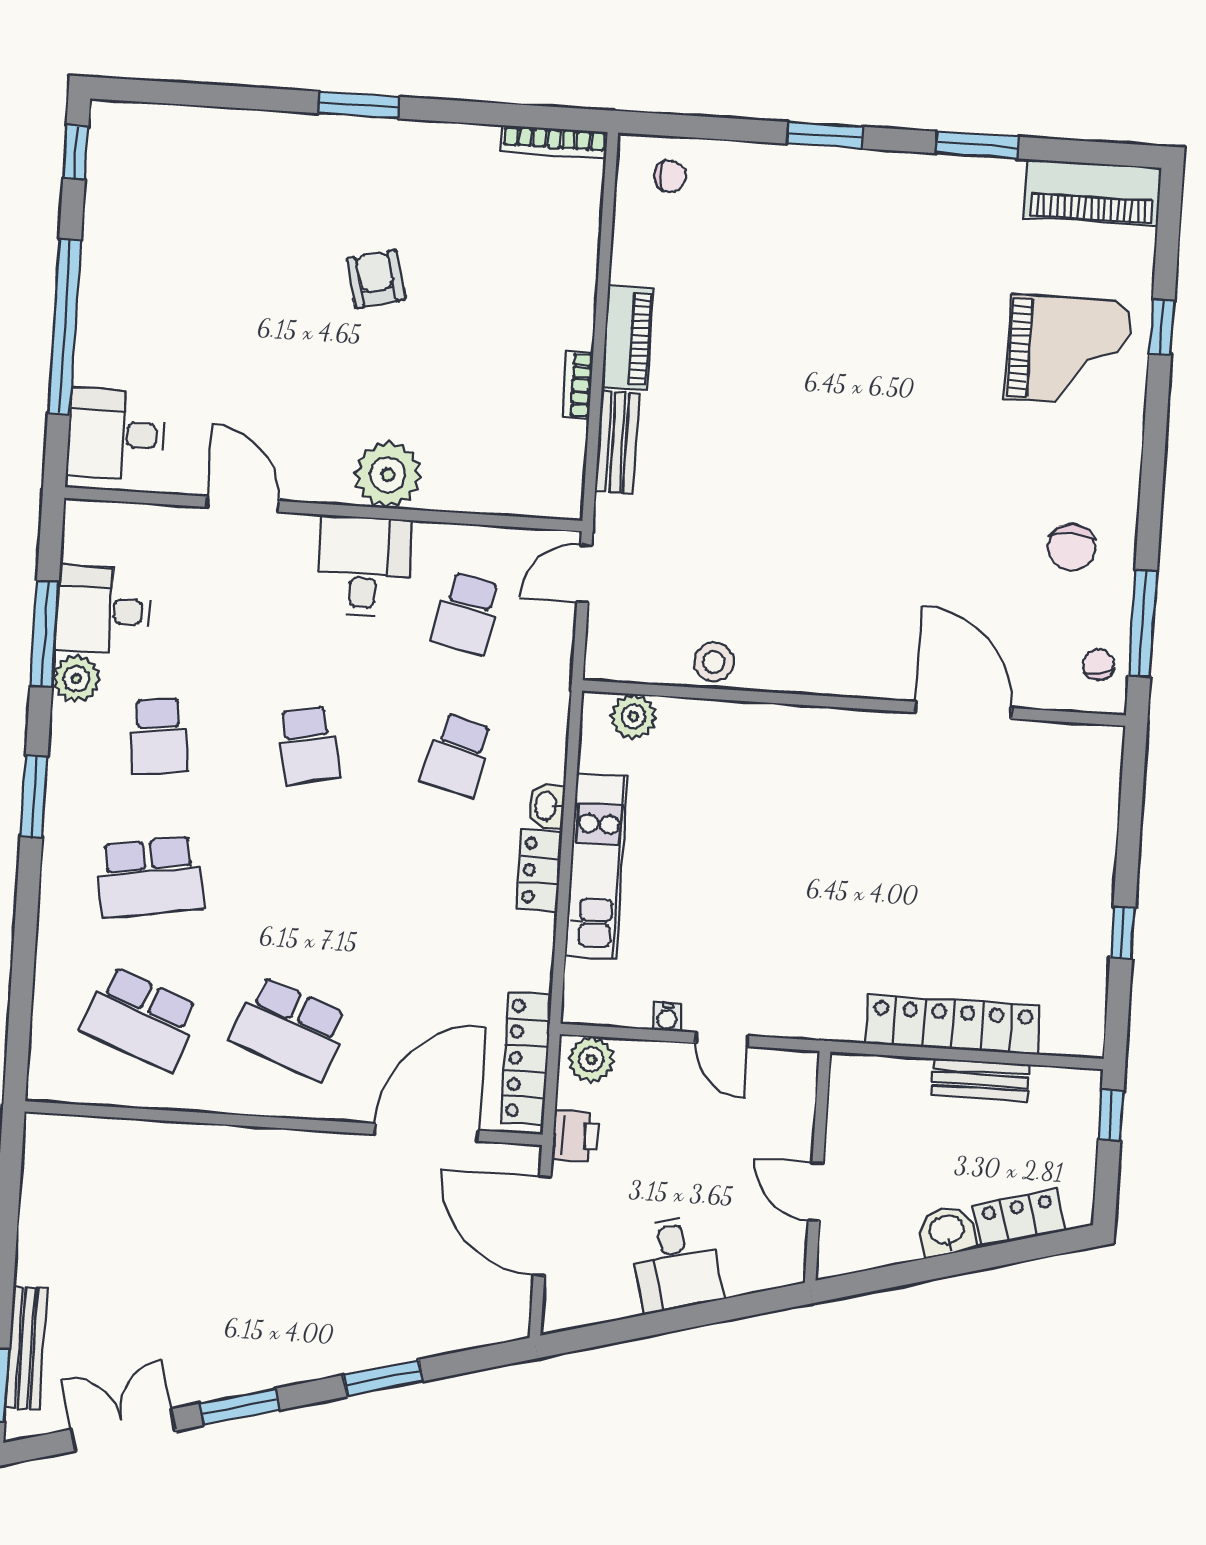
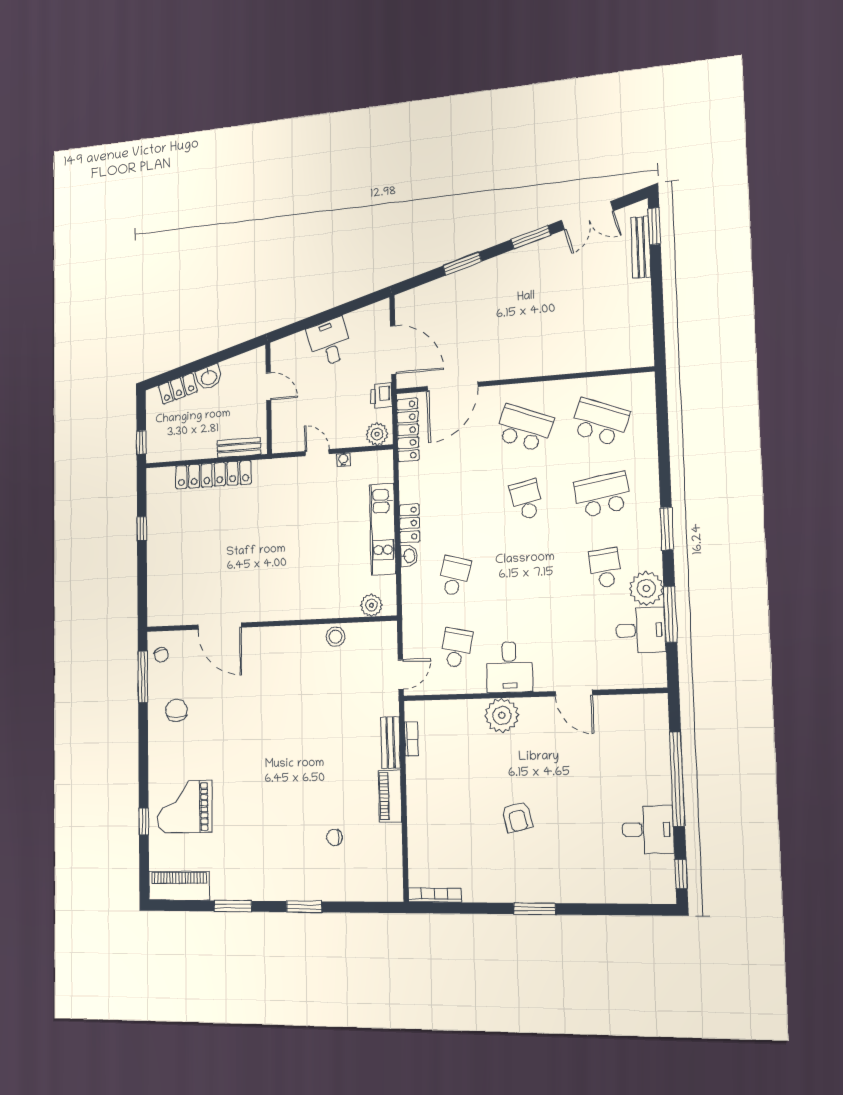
chair: (670, 176) -> (334, 837), moved
bookcase: (578, 385) -> (411, 739), moved
desk: (116, 434) -> (648, 830), moved
plant: (76, 679) -> (646, 588), width x1.36, depth x1.36
school desk: (308, 745) -> (526, 500), moved
bench: (981, 1080) -> (239, 447), moved

